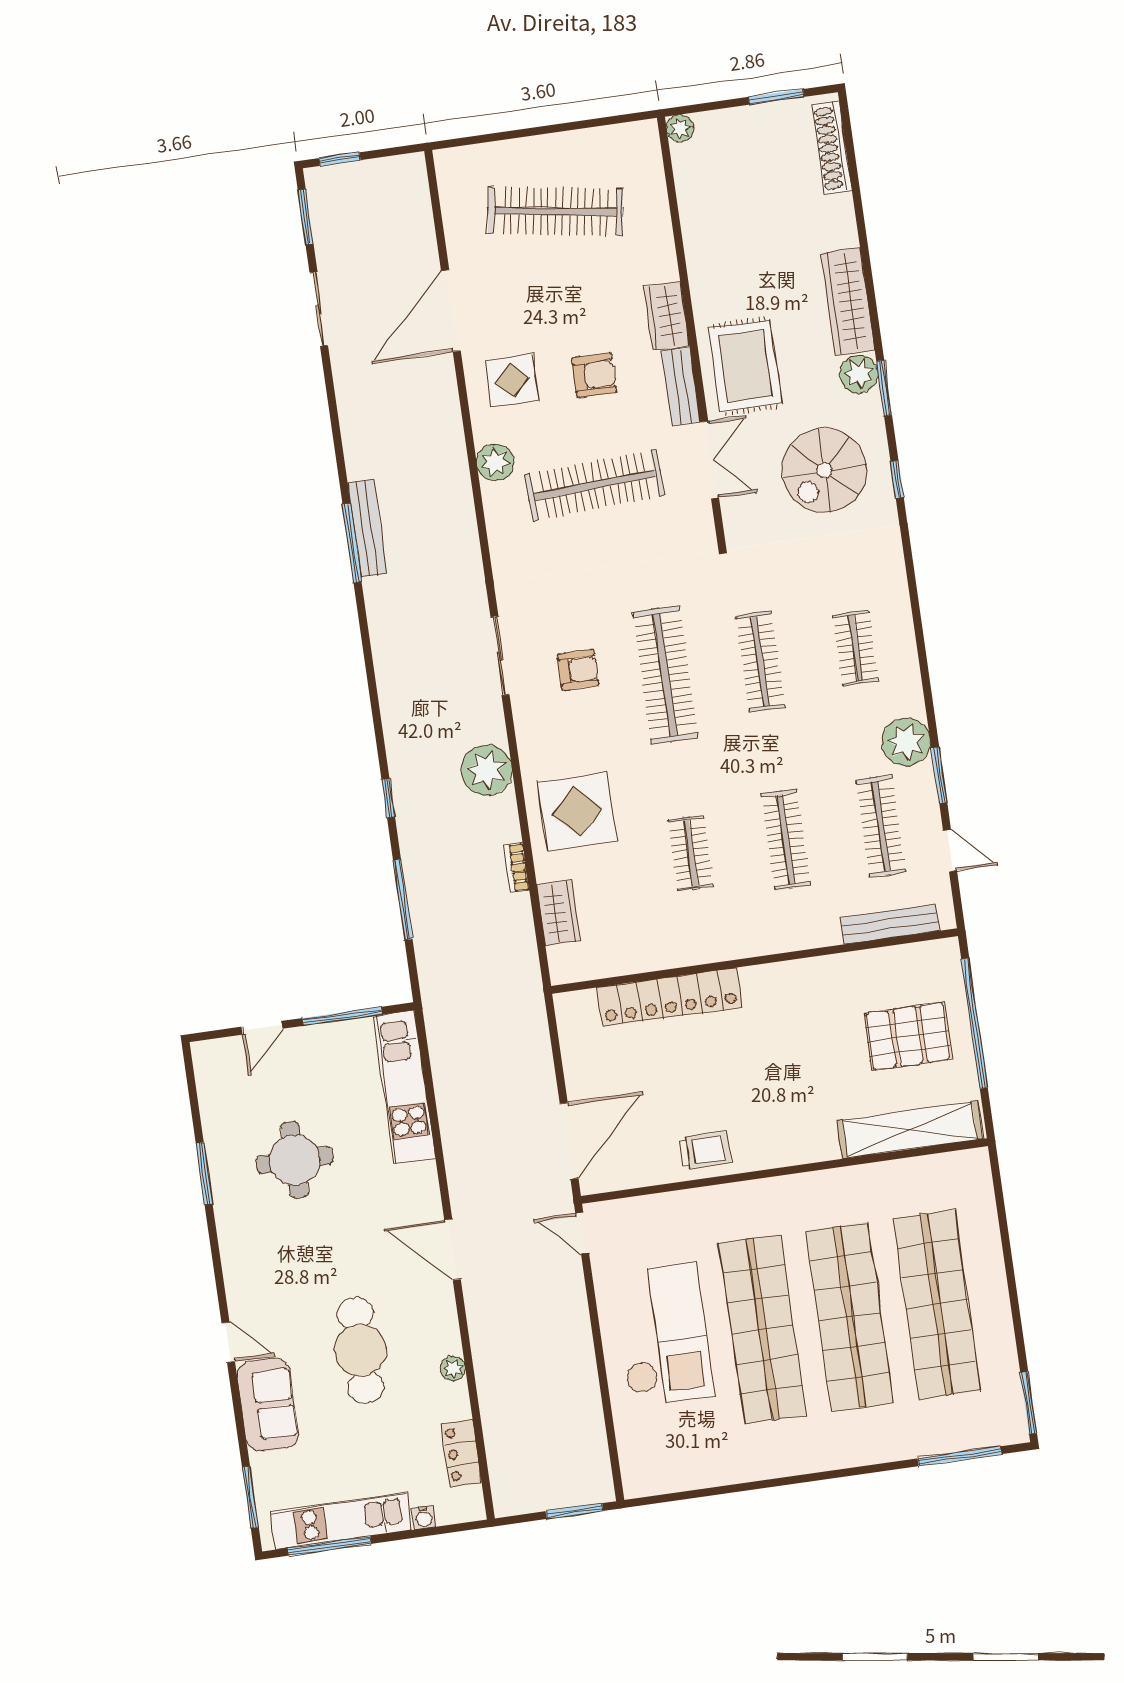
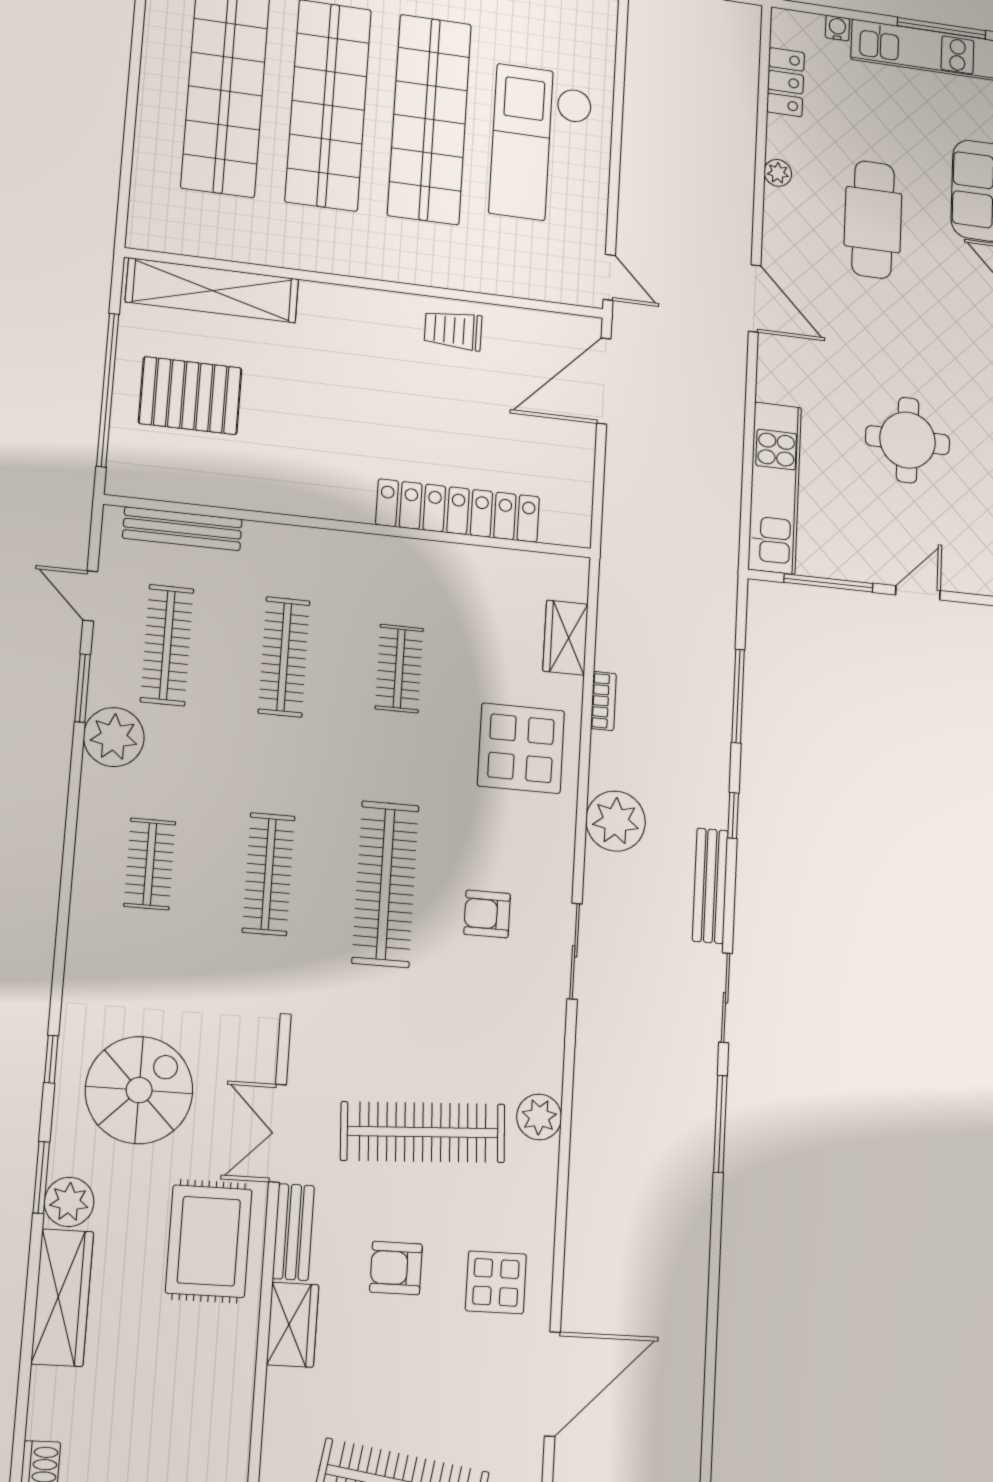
sliding door: (319, 309) -> (726, 998), moved
plant: (495, 462) -> (539, 1117), moved
bench: (367, 528) -> (710, 886), moved

